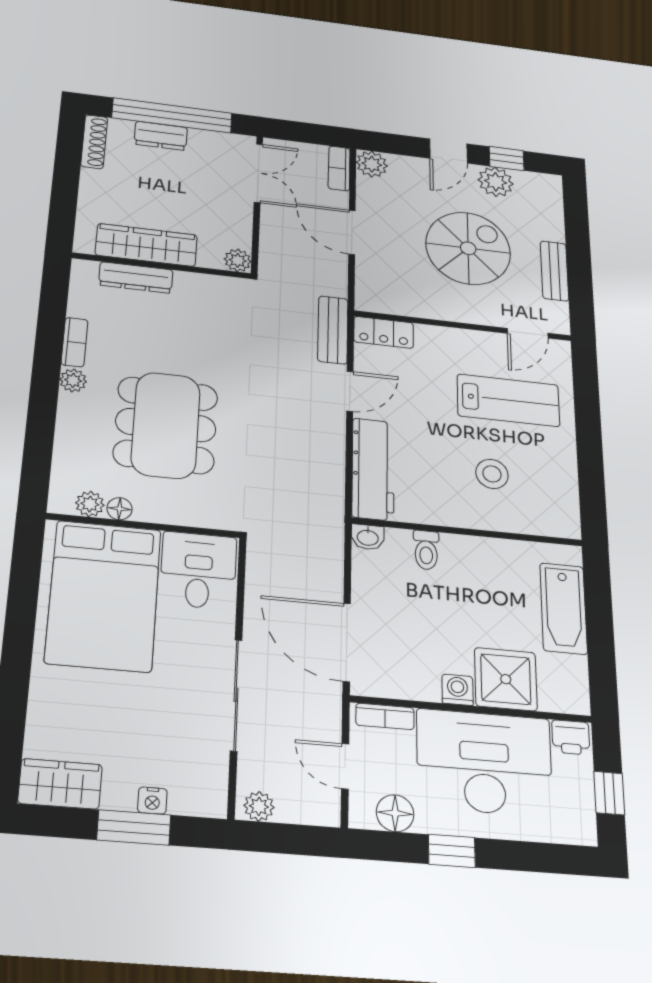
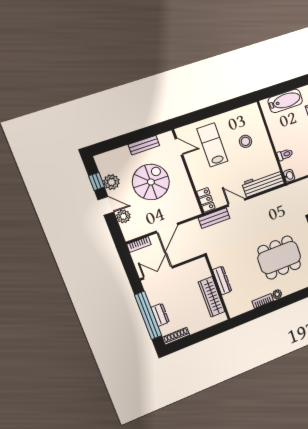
plant: (372, 164) -> (123, 216), moved
spiral stairs: (468, 248) -> (151, 182), turned 90
plant: (238, 260) -> (202, 263), removed
dresser: (136, 277) -> (222, 280), moved

